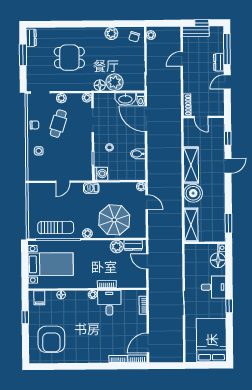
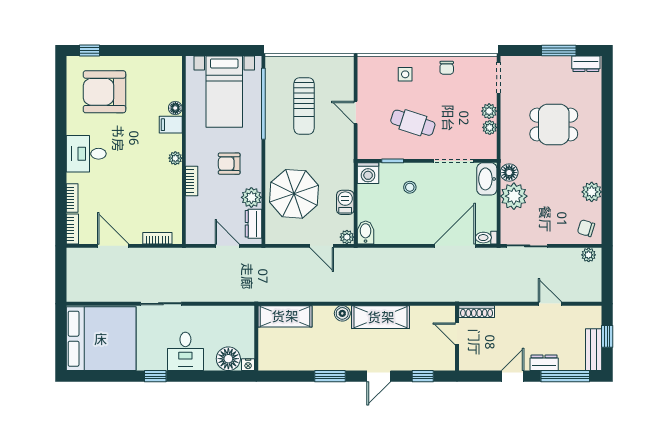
bench: (196, 31) -> (594, 350), moved
dining table: (69, 58) -> (554, 125), turned 90
door: (227, 82) -> (513, 376), hinge flipped
plant: (87, 98) -> (490, 127), moved
washbasin: (125, 99) -> (487, 179), moved
door: (201, 117) -> (457, 334), hinge flipped
cafe table: (58, 124) -> (413, 123), moved
bidet: (138, 154) -> (366, 232), moved
door: (228, 166) -> (379, 376), hinge flipped
barbecue: (91, 188) -> (345, 202), moved
boiler: (193, 193) -> (342, 313), width x0.54, depth x0.54
door: (147, 202) -> (322, 246), hinge flipped
window: (228, 223) -> (330, 376), moved
sun lounger: (56, 228) -> (304, 106), moved
plant: (87, 233) -> (273, 151), removed
armchair: (96, 261) -> (229, 164), added
door: (147, 261) -> (227, 246), hinge flipped
filing cabinet: (39, 298) -> (171, 125), moved
desk: (109, 303) -> (86, 154), moved, turned 180
window: (25, 317) -> (89, 51), moved
bed: (211, 340) -> (101, 339), width x1.36
door: (148, 343) -> (113, 246), moved

